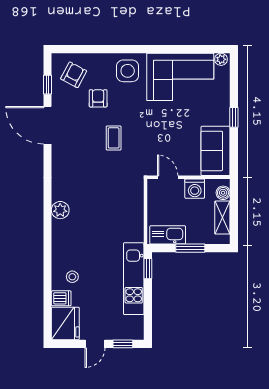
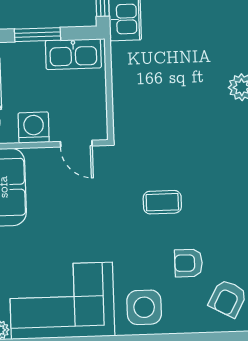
armchair: (98, 98) -> (189, 263), turned 90
coffee table: (114, 138) -> (162, 202), turned 90

